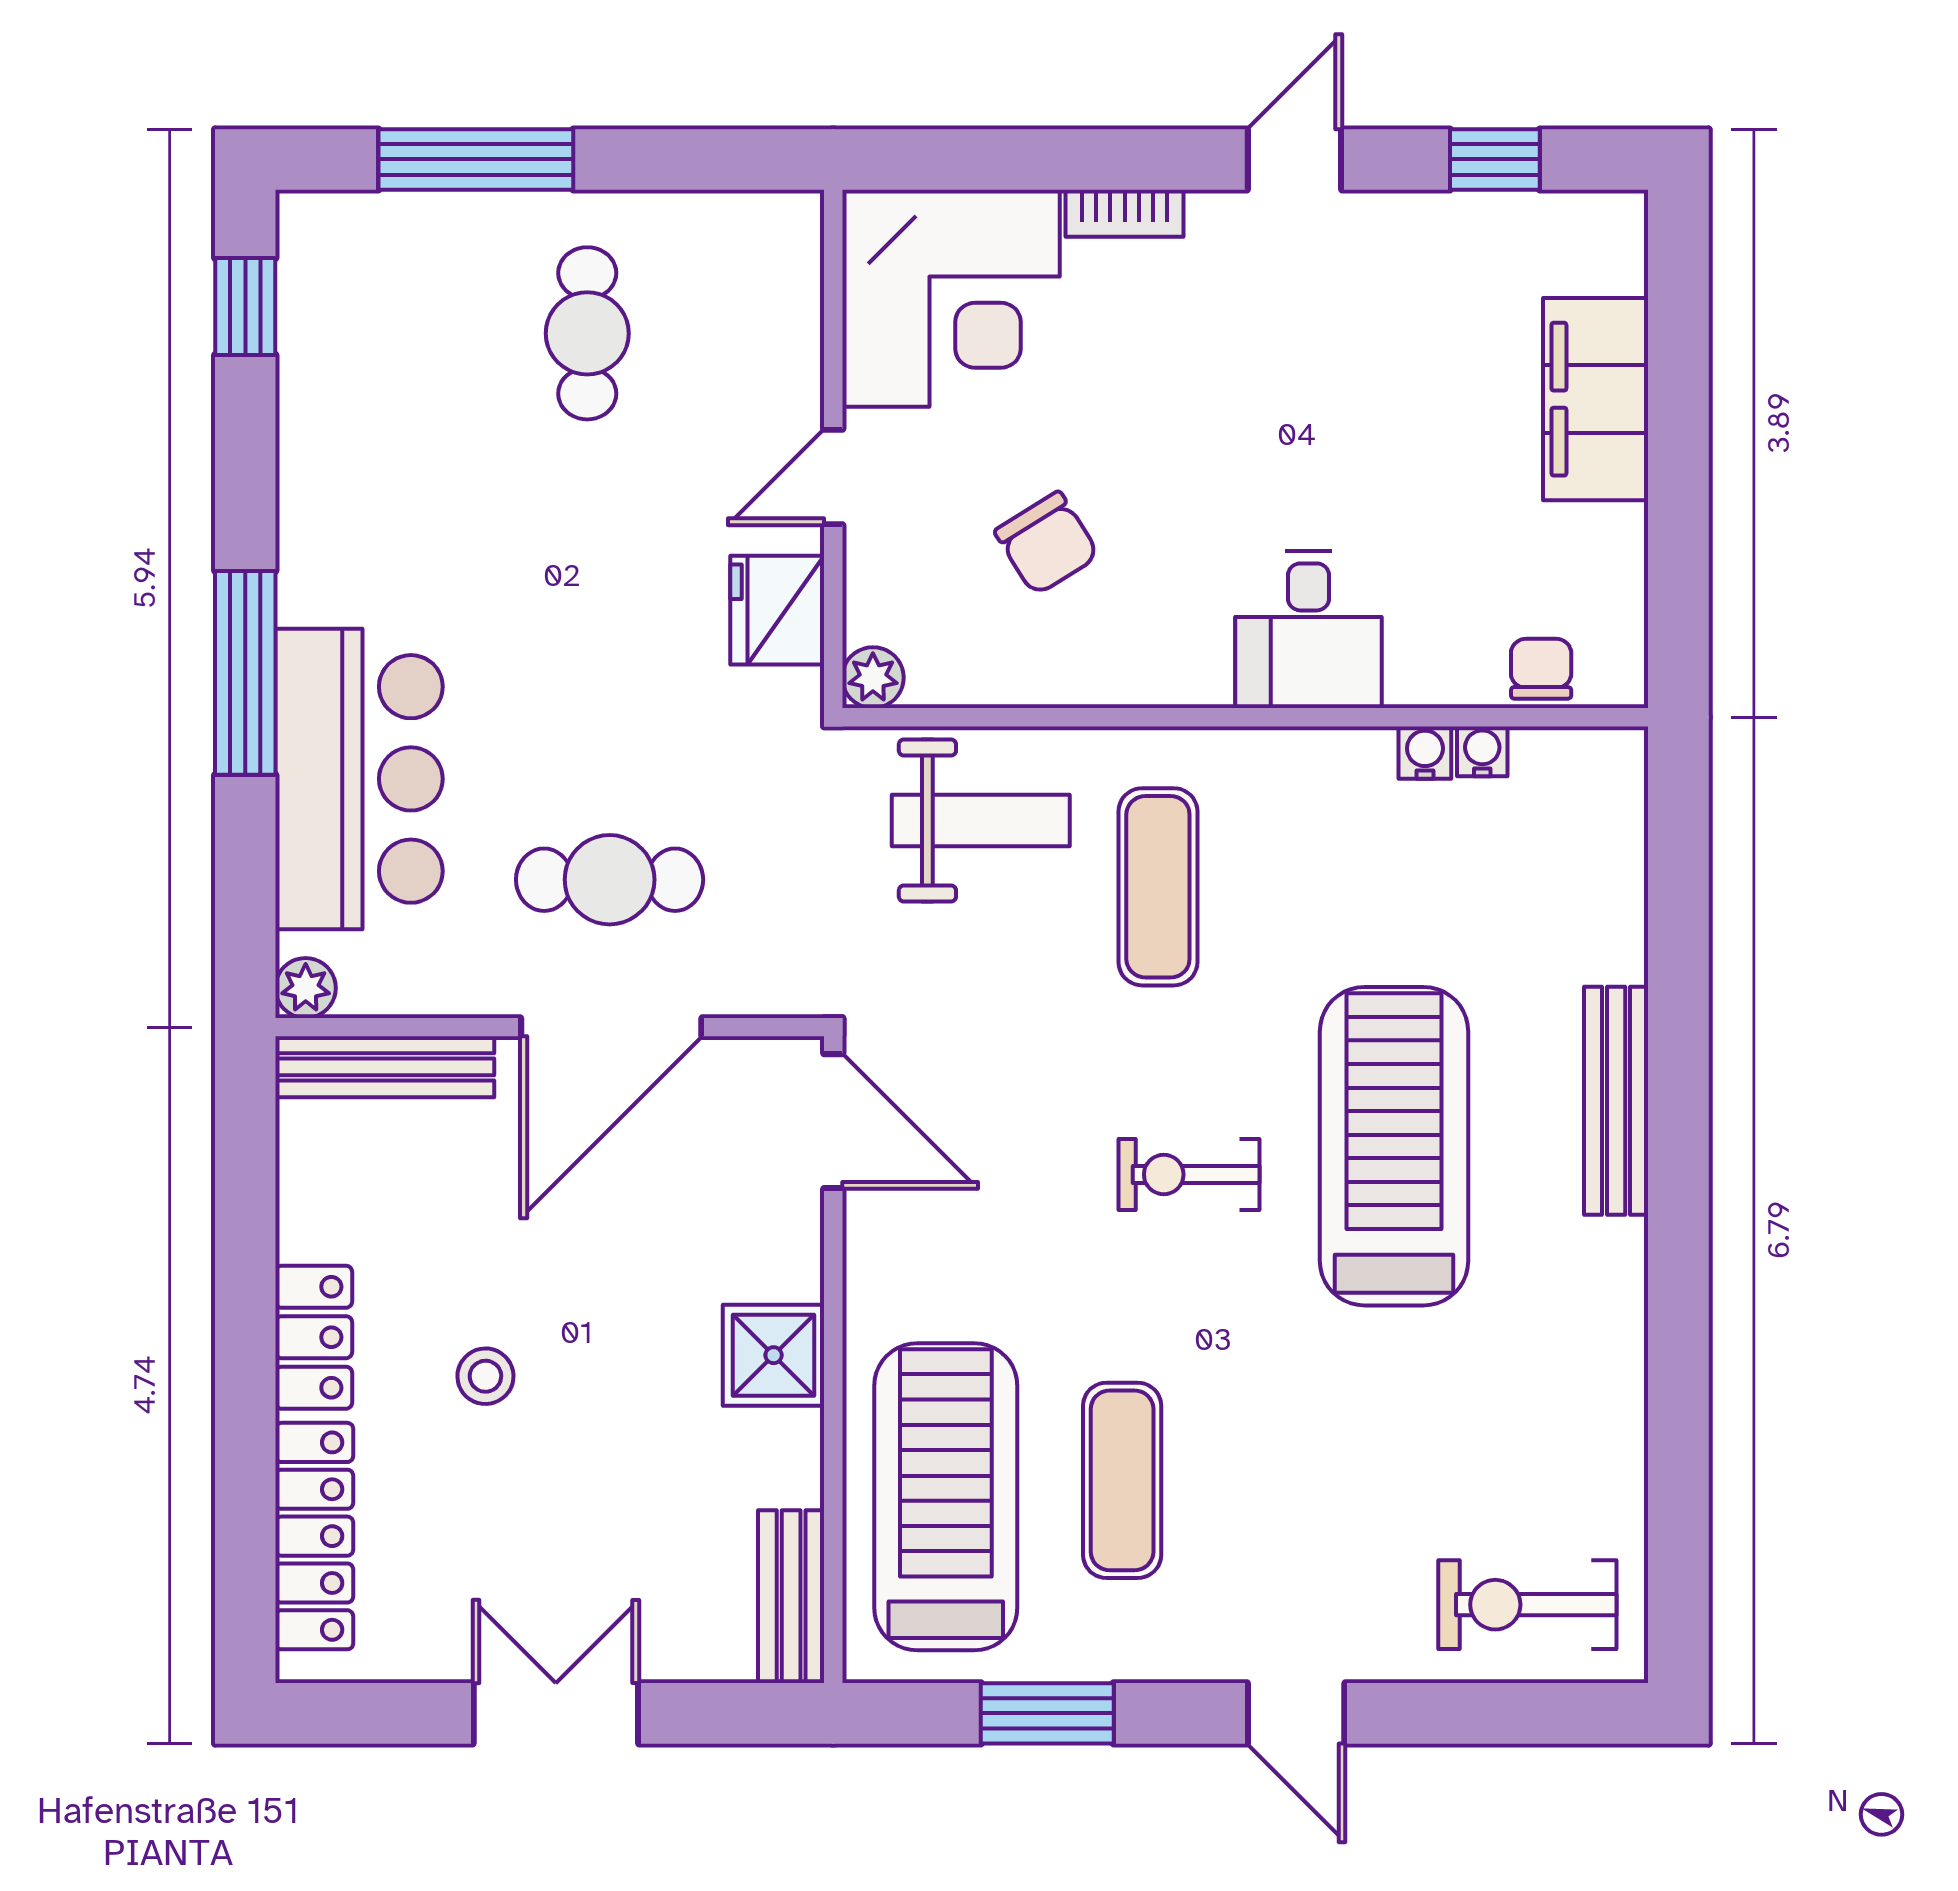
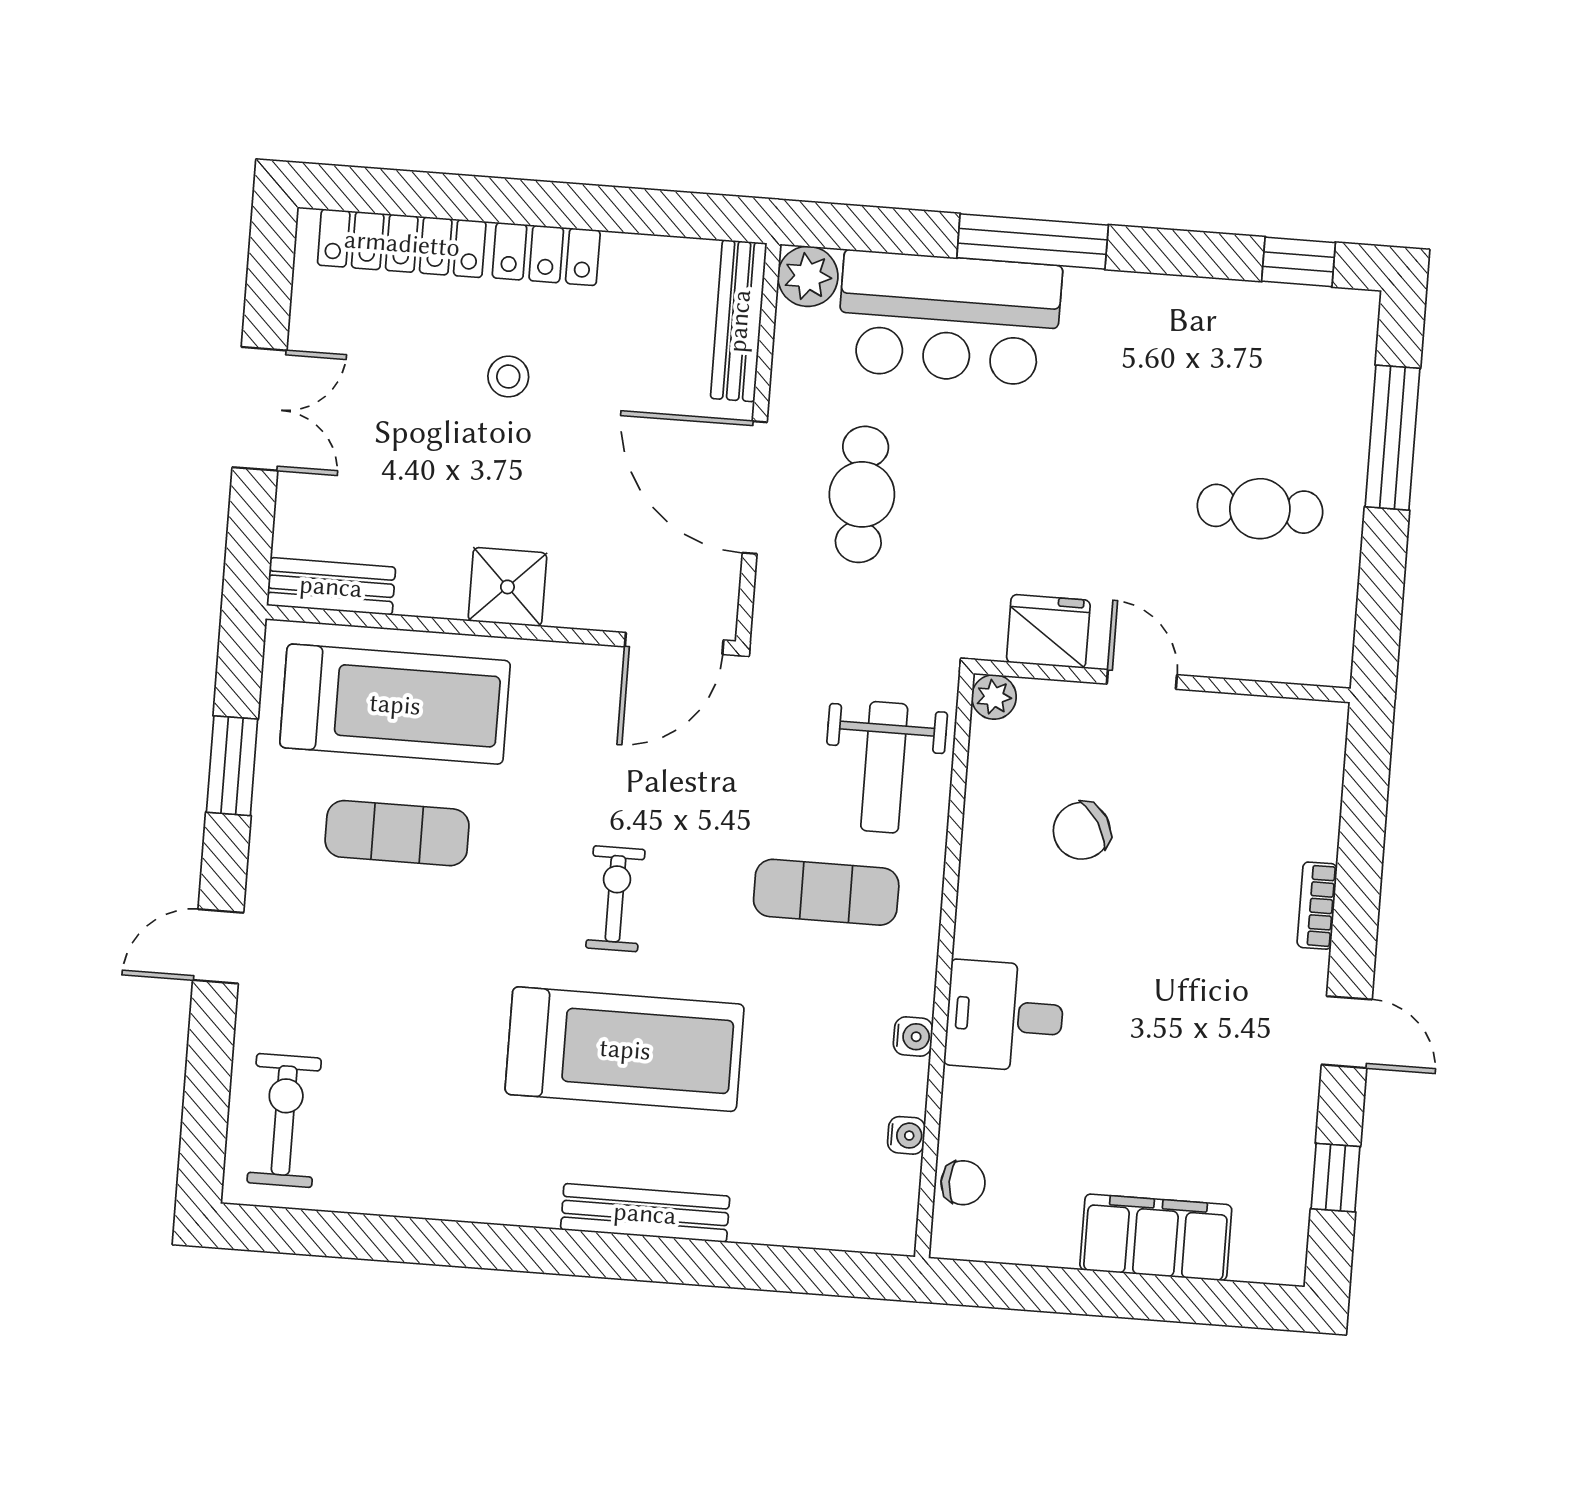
corner desk: (951, 298) -> (1265, 775), removed
water cooler: (1425, 753) -> (913, 1036), moved
plant: (306, 988) -> (808, 276), width x1.38, depth x1.38

